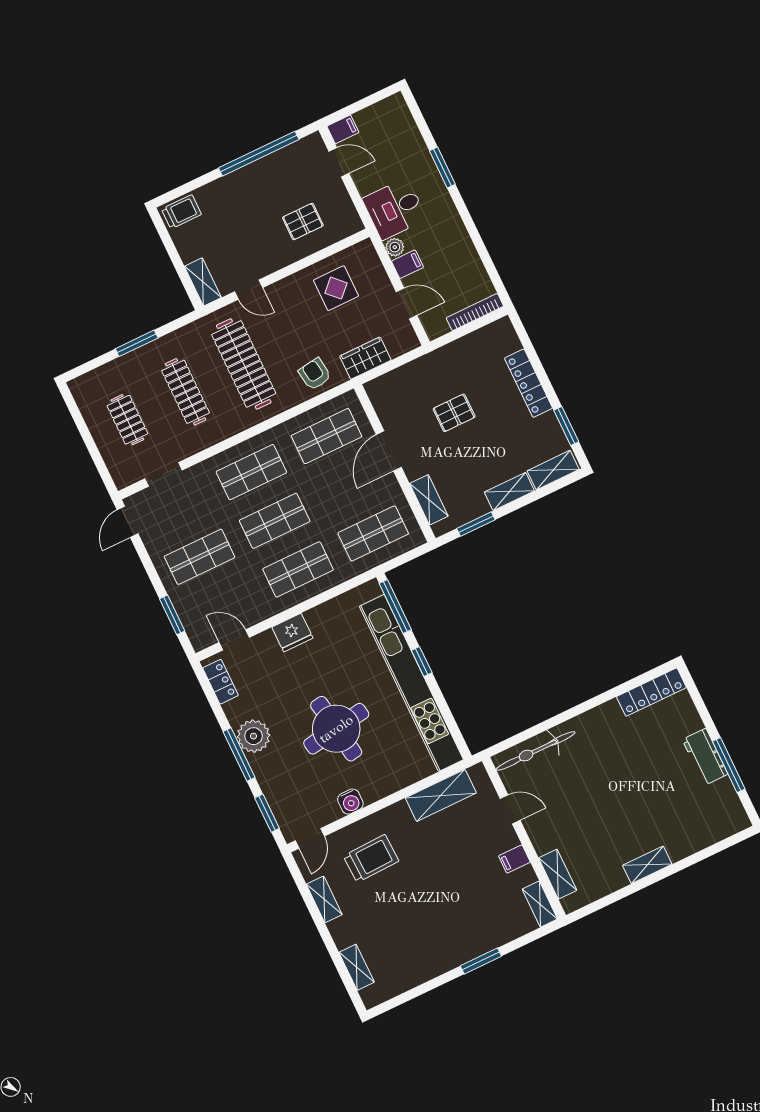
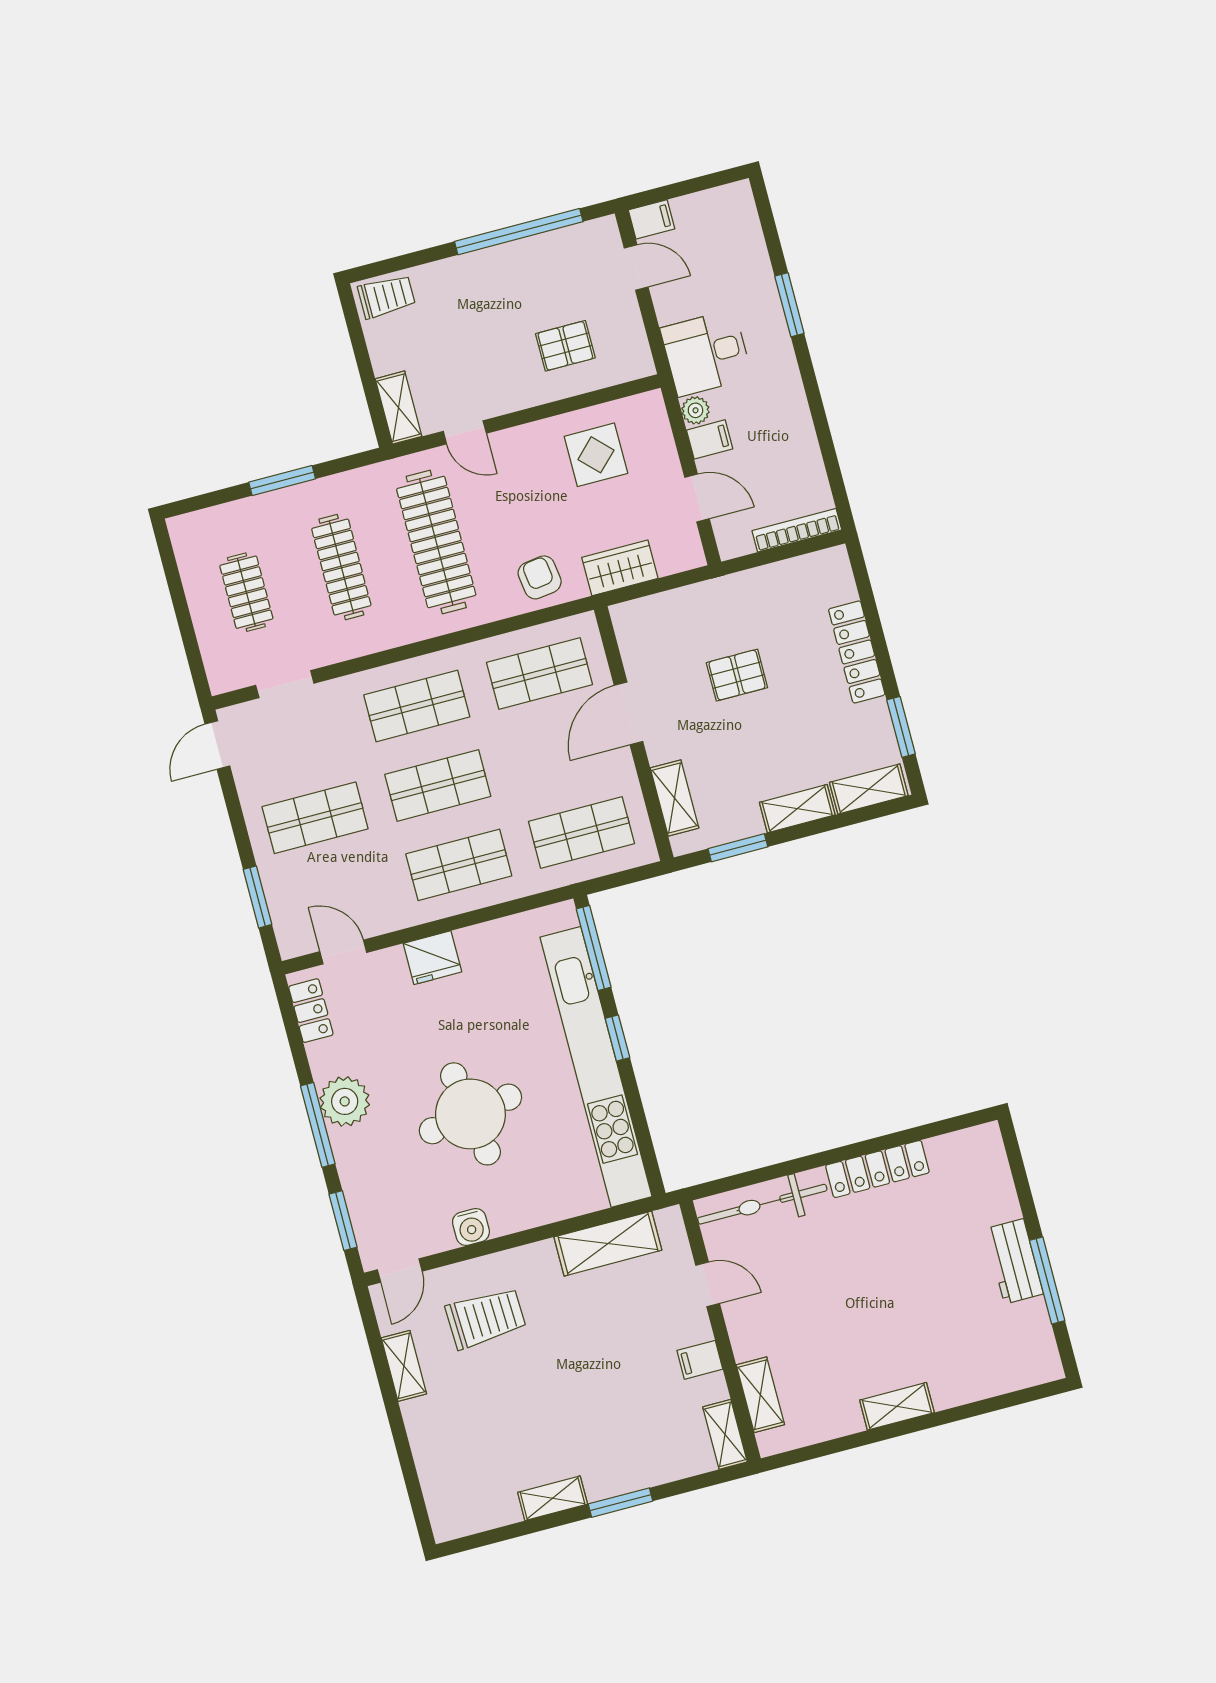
locker: (651, 692) -> (877, 1169), moved
shelving: (357, 967) -> (553, 1498), moved, turned 90

